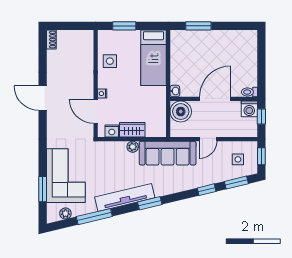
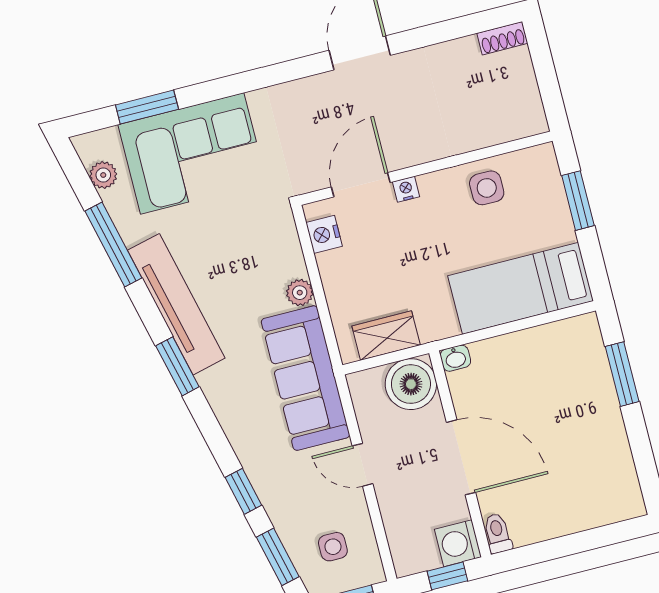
wardrobe: (132, 130) -> (386, 336), moved, turned -90

